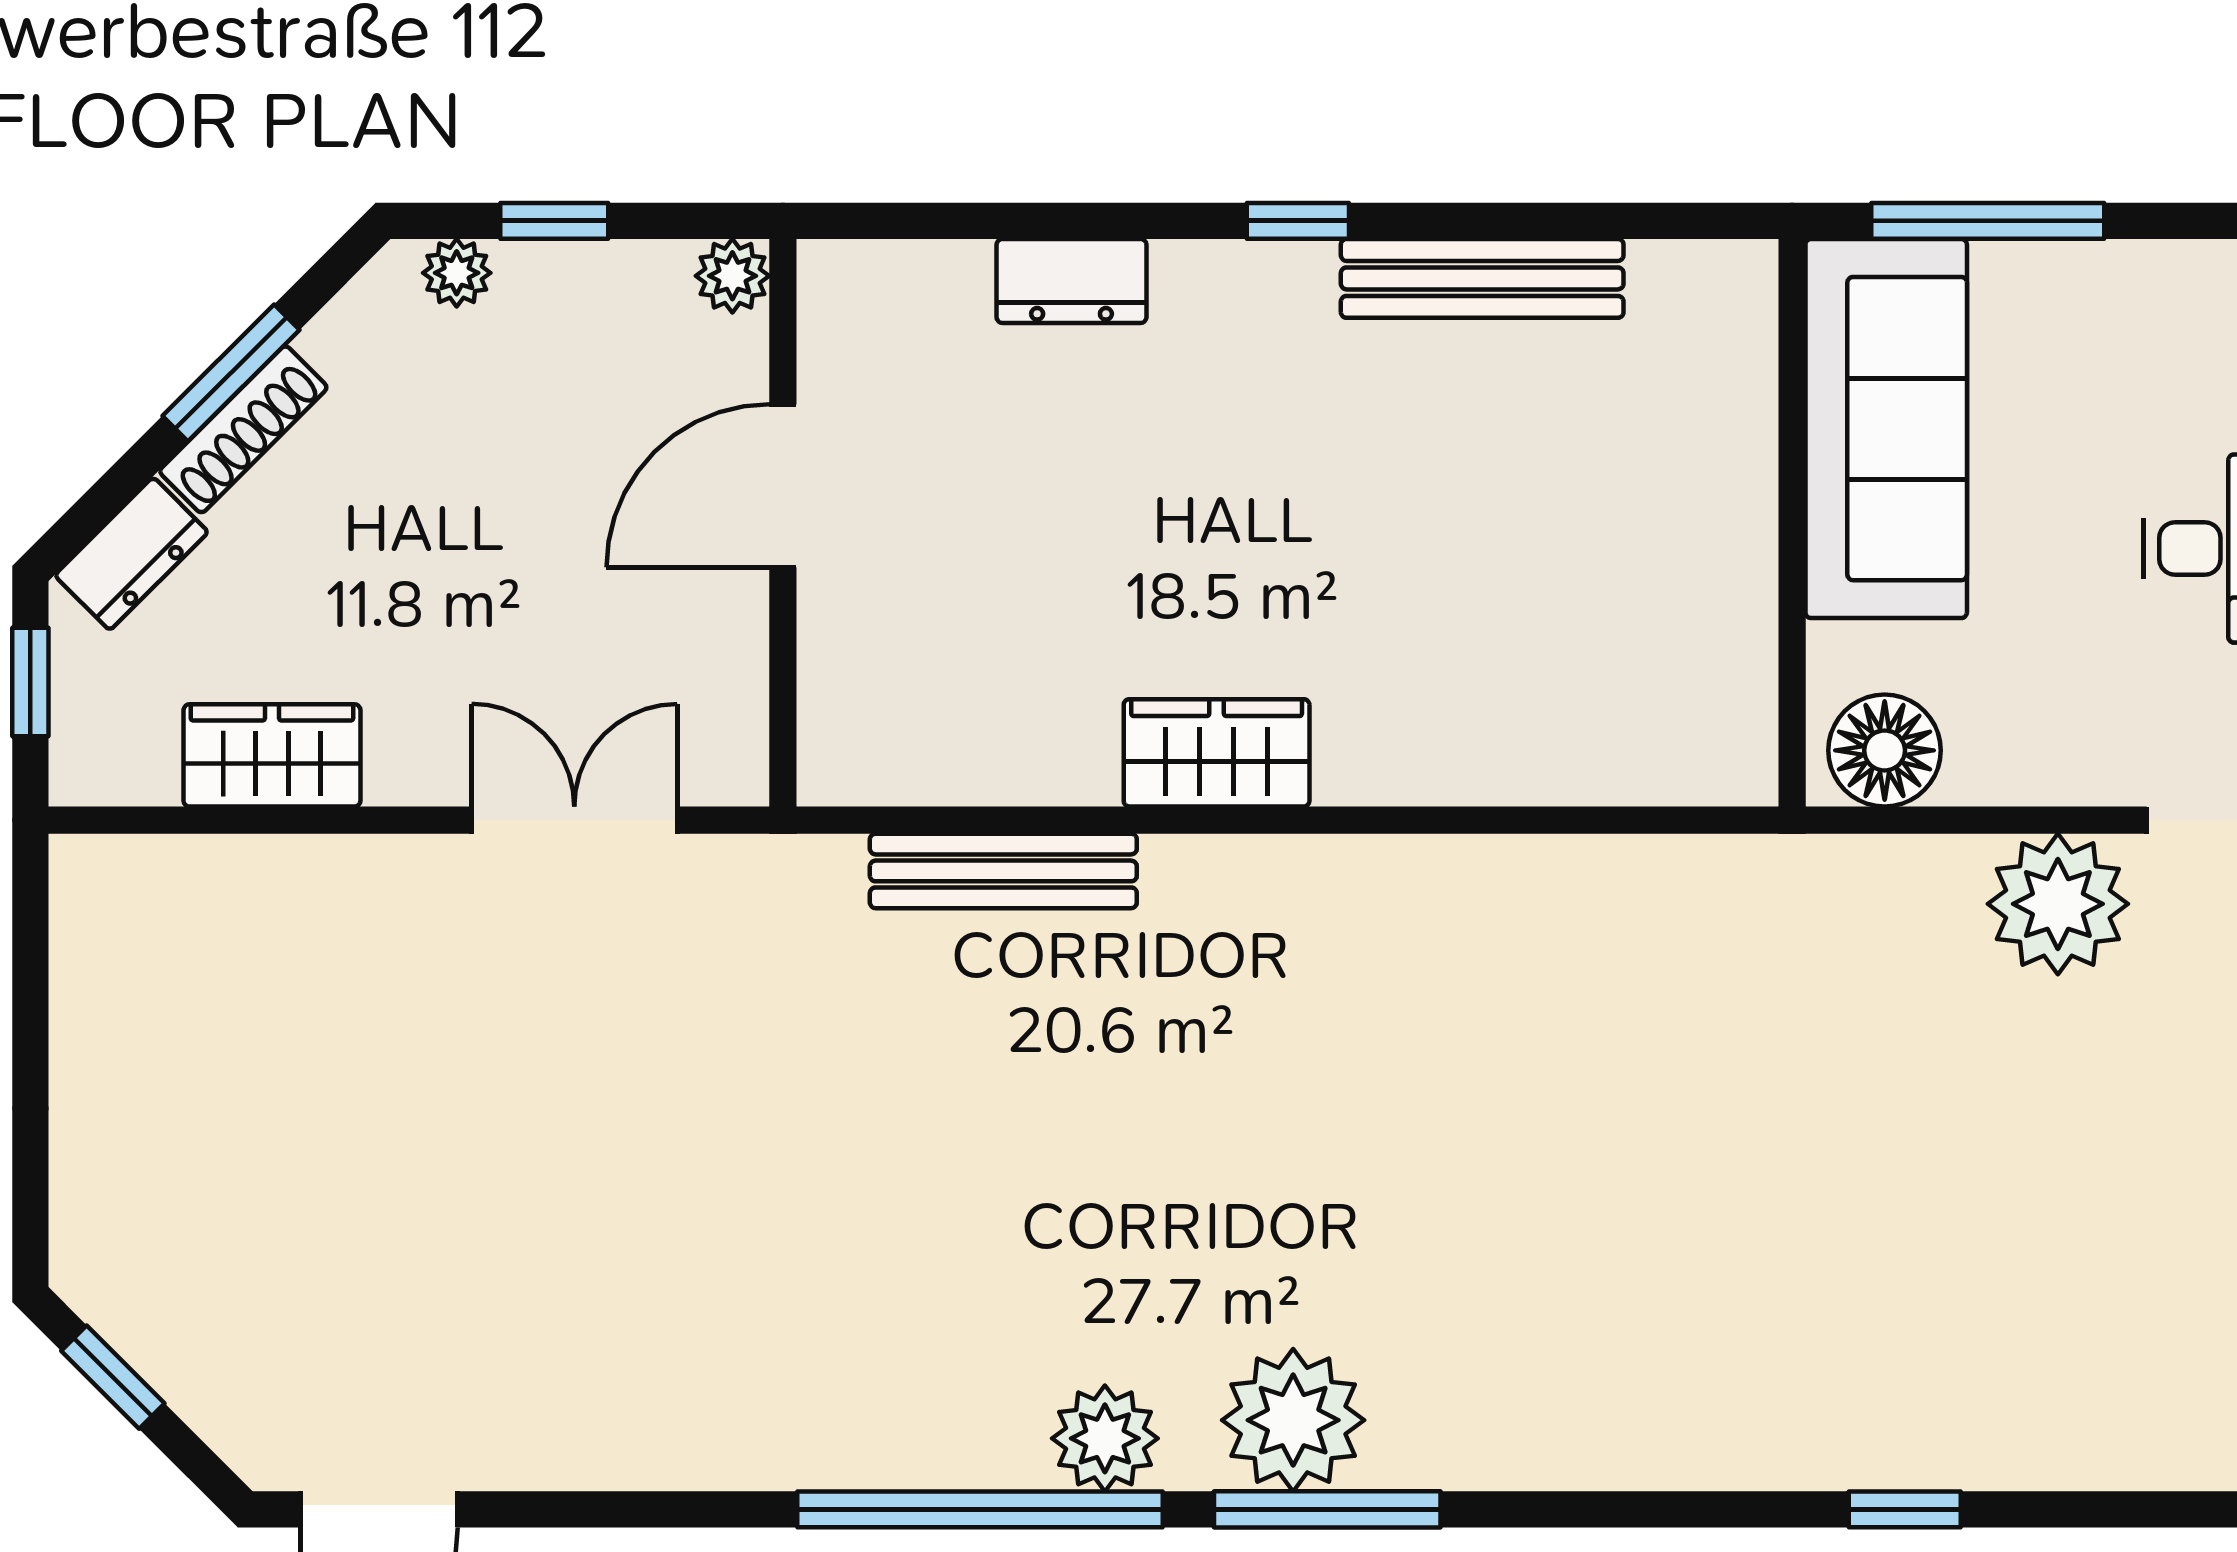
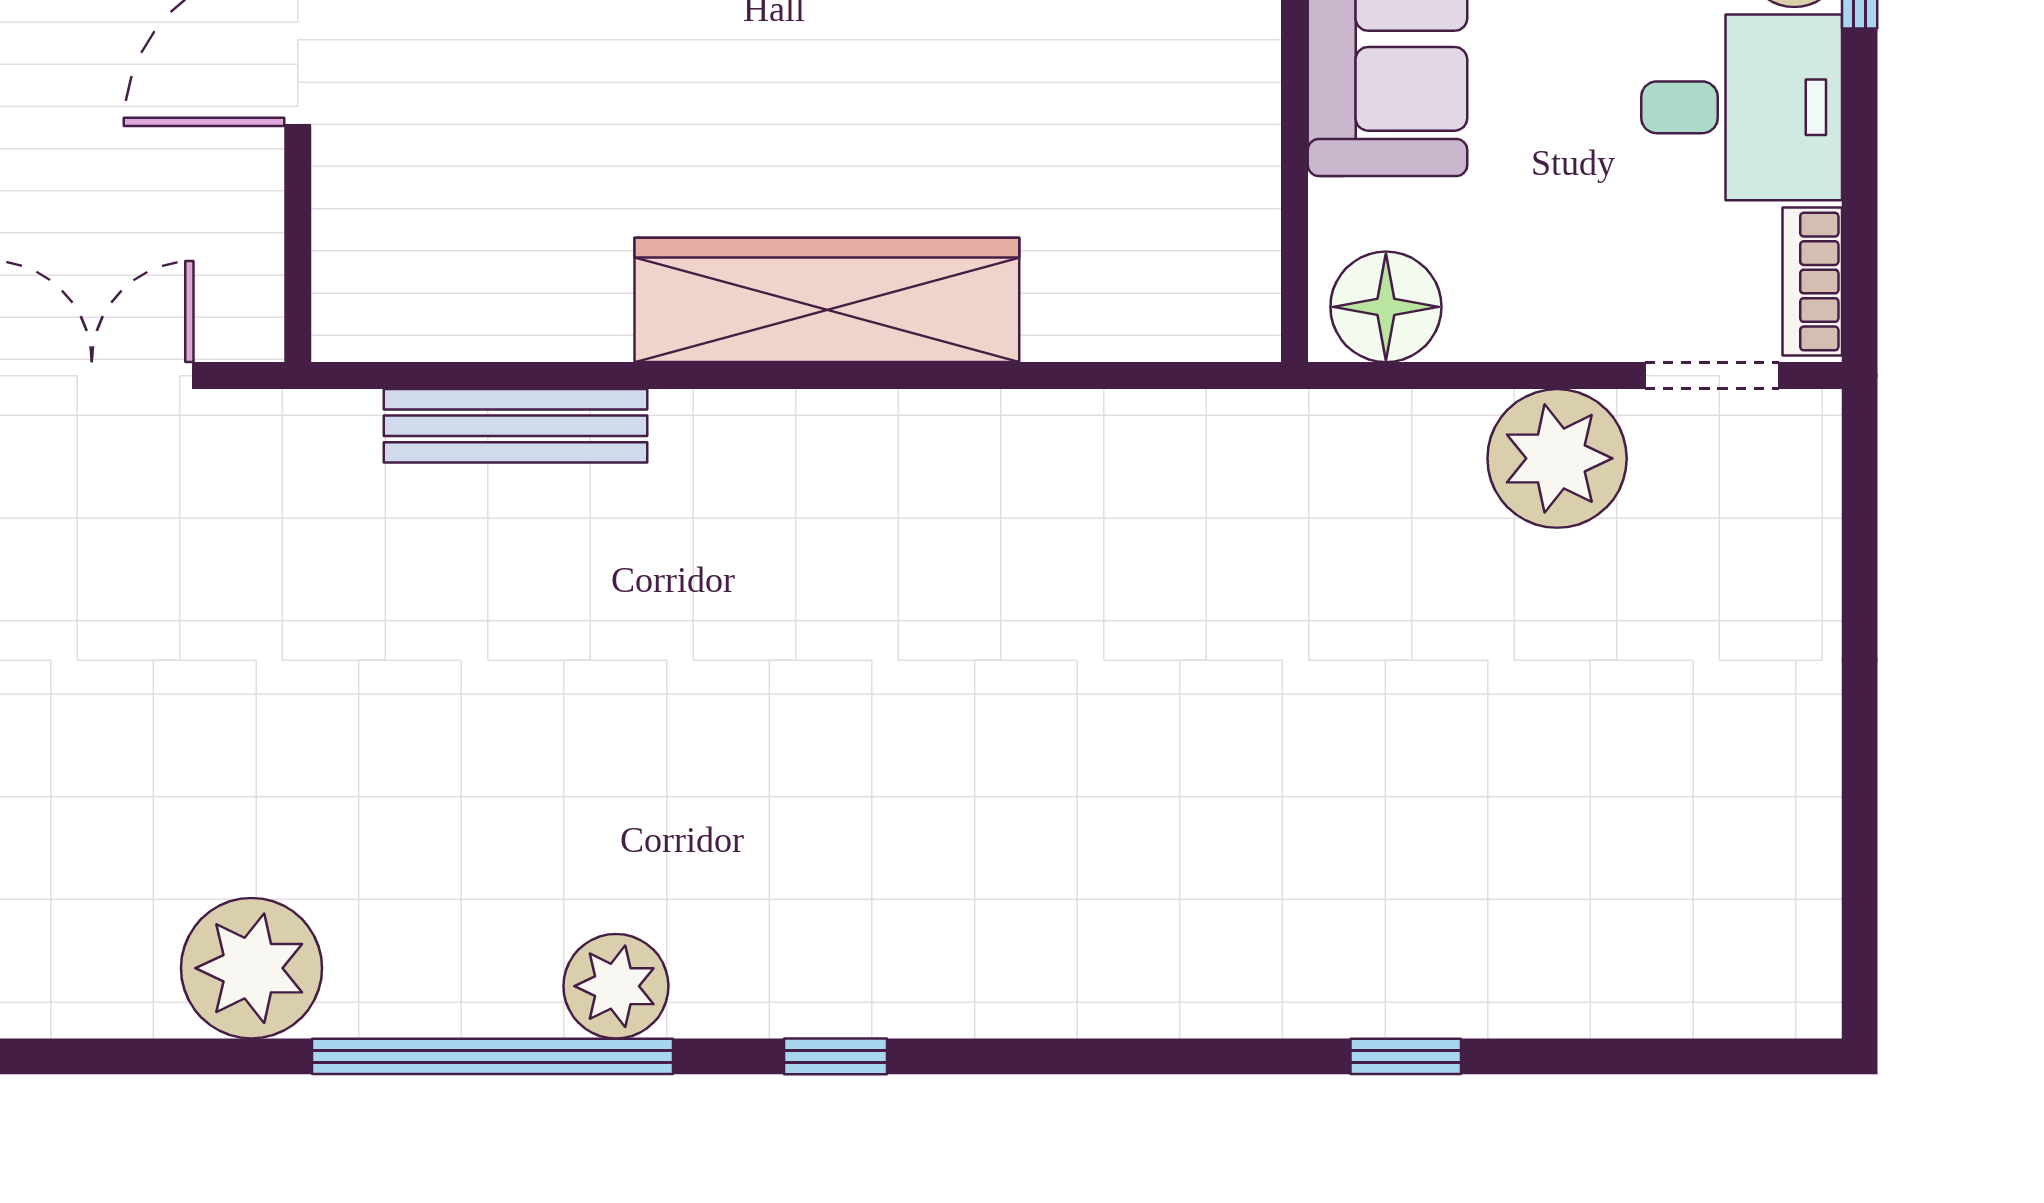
wardrobe: (1217, 753) -> (827, 300), width x2.10, depth x1.17
plant: (1293, 1420) -> (251, 968), moved
window: (1327, 1509) -> (836, 1056), width x0.46

